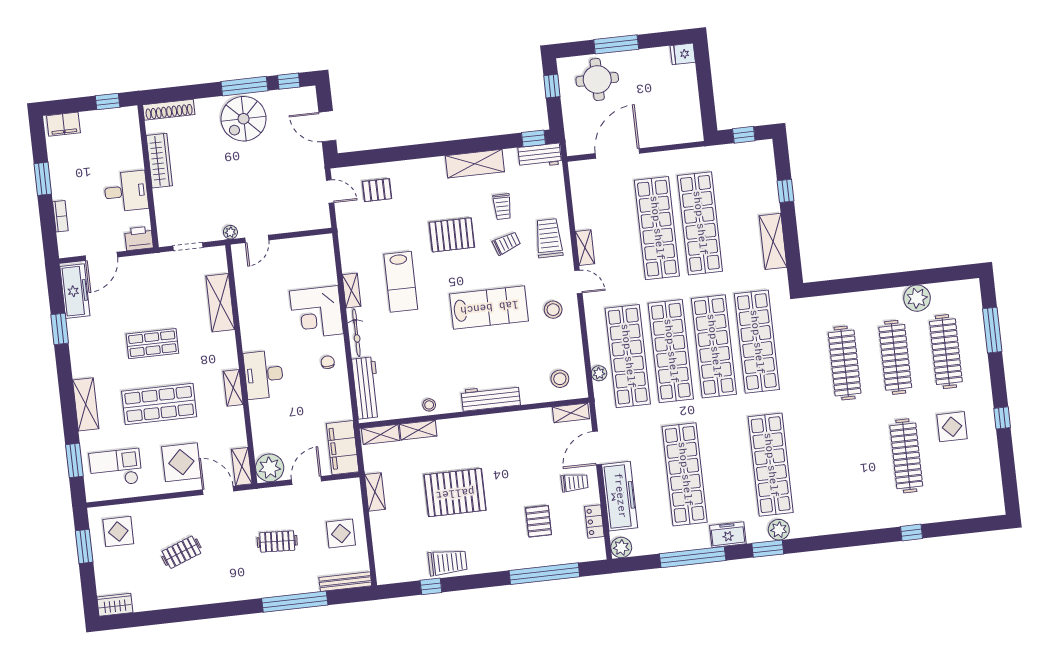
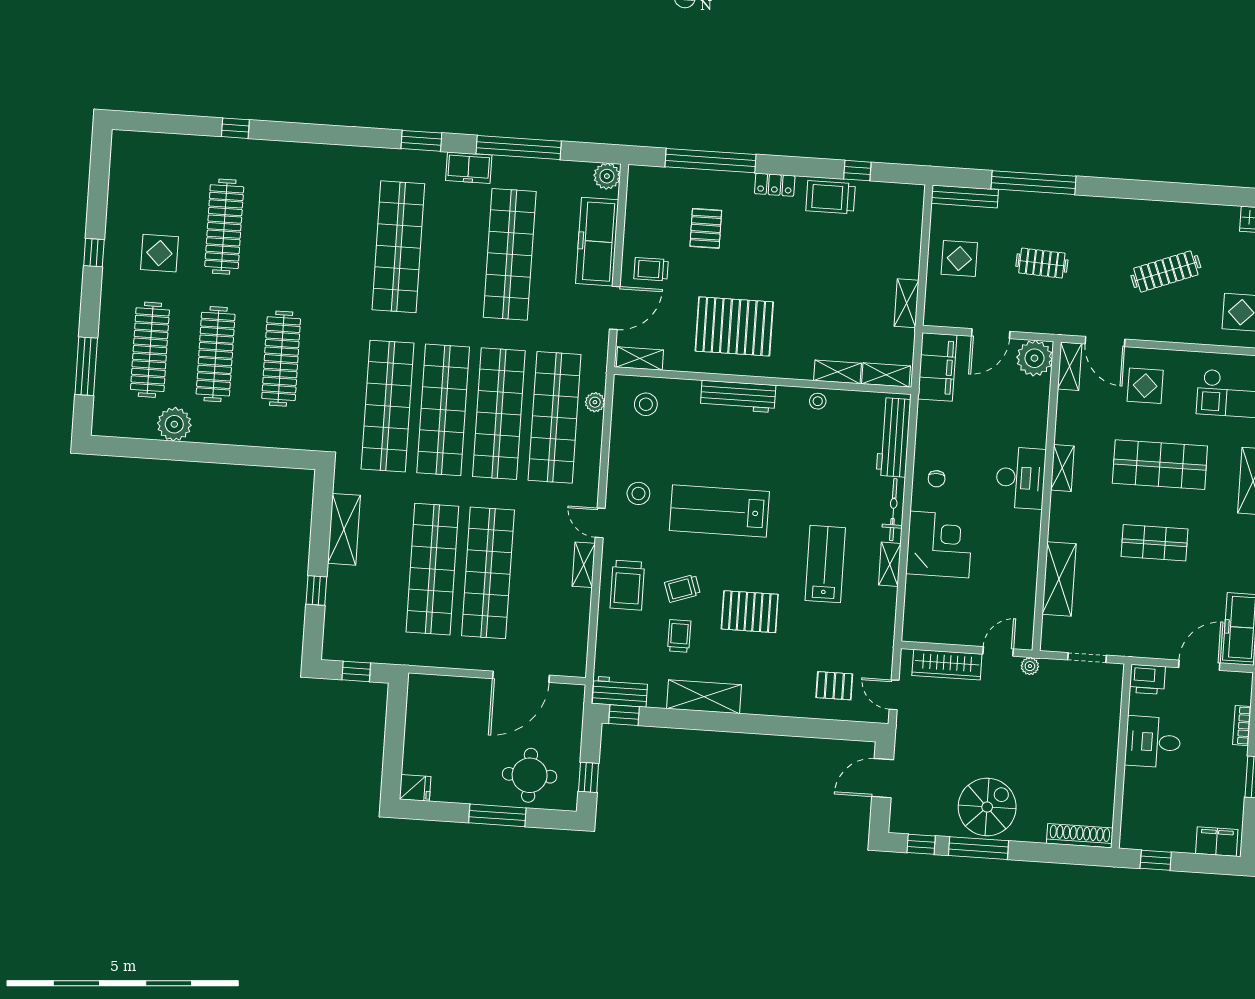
door: (327, 126) -> (883, 778), swing flipped
wardrobe: (159, 161) -> (947, 665), moved, turned -90
display table: (181, 462) -> (1145, 386), width x0.73, depth x0.73
pallet: (455, 493) -> (734, 326), moved
locker: (594, 521) -> (775, 185), moved, turned 90
plant: (779, 530) -> (403, 162), removed
clothes rail: (181, 552) -> (1166, 272), width x1.36

